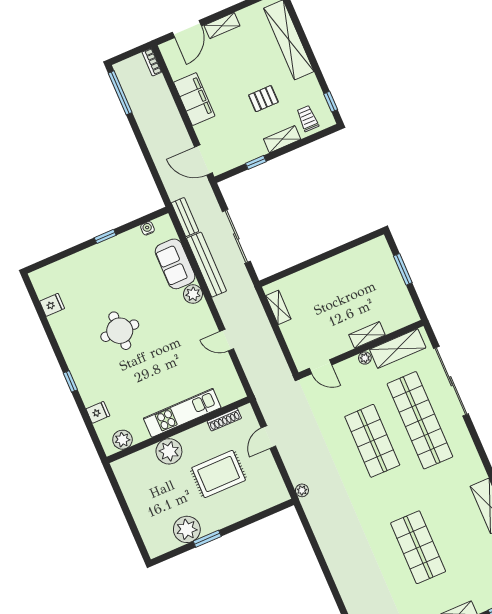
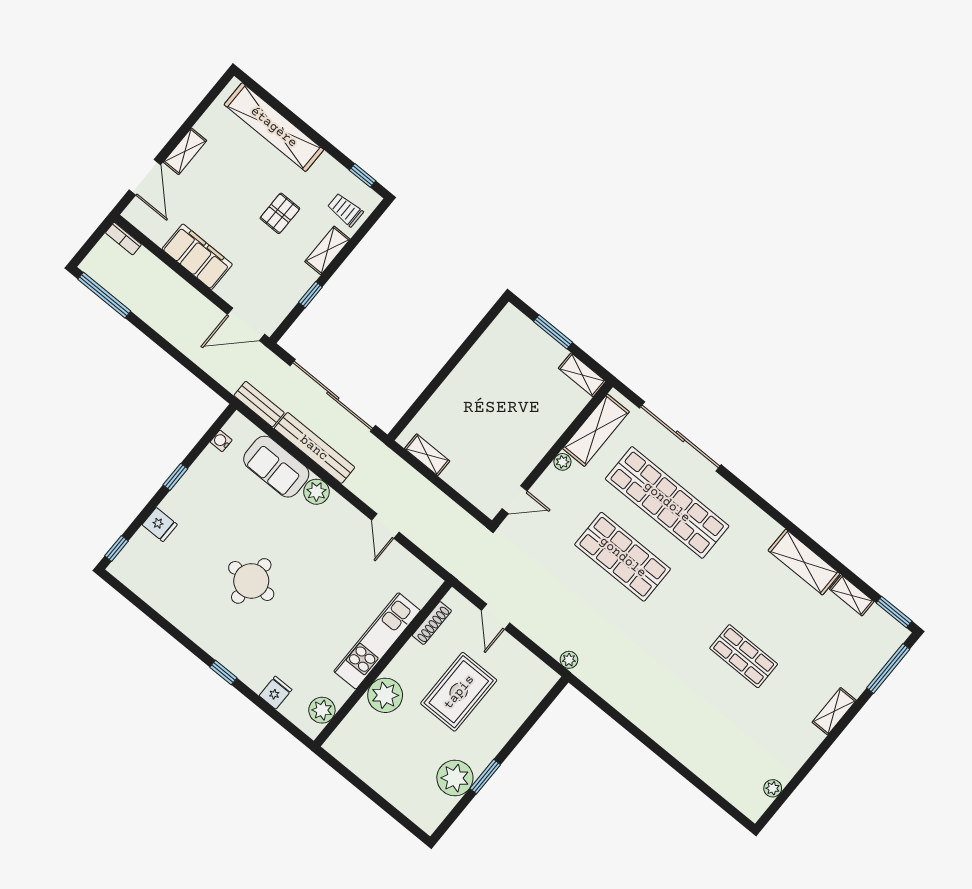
sliding door: (236, 236) -> (333, 396), width x1.36
window: (42, 264) -> (117, 548), added
fridge: (52, 305) -> (160, 525), moved, turned 90
shelving: (367, 335) -> (582, 375), moved, turned 90
door: (227, 340) -> (385, 526), hinge flipped
shop shelf: (418, 547) -> (744, 656), width x0.70, depth x0.74

